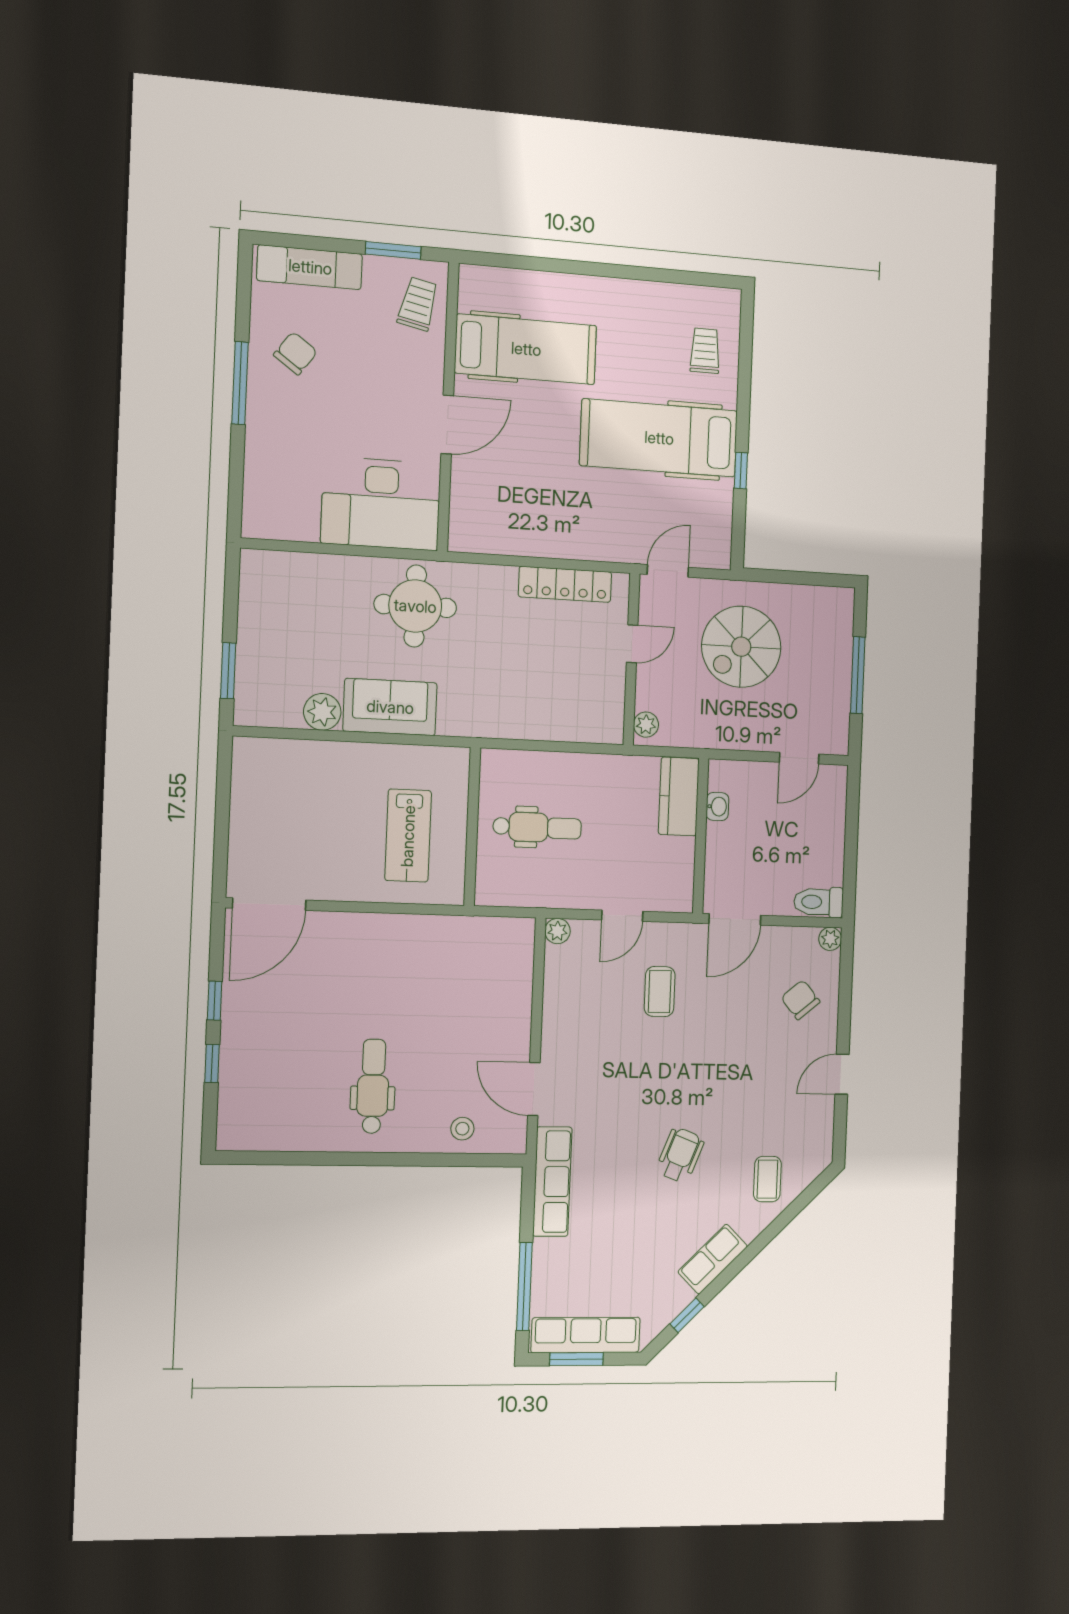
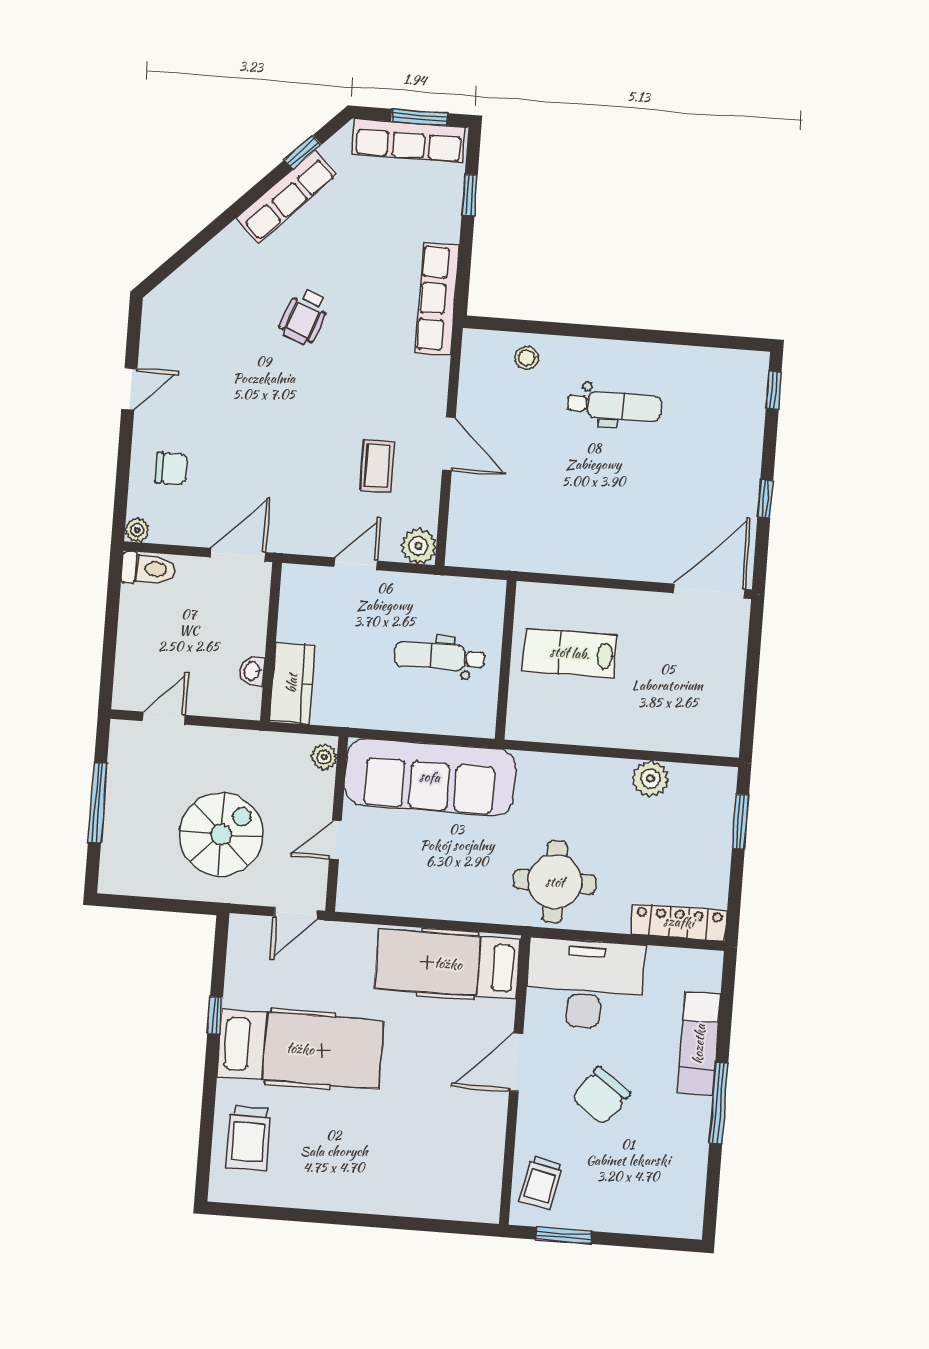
exam couch: (310, 267) -> (699, 1044), moved, turned -90
hospital bed: (526, 349) -> (448, 964), moved
trolley: (705, 351) -> (248, 1138), width x1.36, depth x1.39
chair: (295, 353) -> (601, 1096), moved, width x1.37, depth x1.37
locker: (565, 584) -> (679, 922), moved
sofa: (390, 707) -> (430, 777), moved, width x1.85, depth x1.27
lab bench: (408, 836) -> (570, 653), turned -90
plant: (557, 931) -> (418, 546), width x1.38, depth x1.38
coffee table: (660, 991) -> (377, 466), moved
chair: (800, 1000) -> (171, 468), turned -50
window: (212, 1063) -> (774, 390), moved
dental chair: (373, 1086) -> (614, 406), turned -90
door: (534, 1089) -> (449, 444), moved
coffee table: (767, 1179) -> (213, 286), removed
row of seats: (713, 1259) -> (287, 197), width x1.48
window: (524, 1286) -> (470, 195), width x0.46

